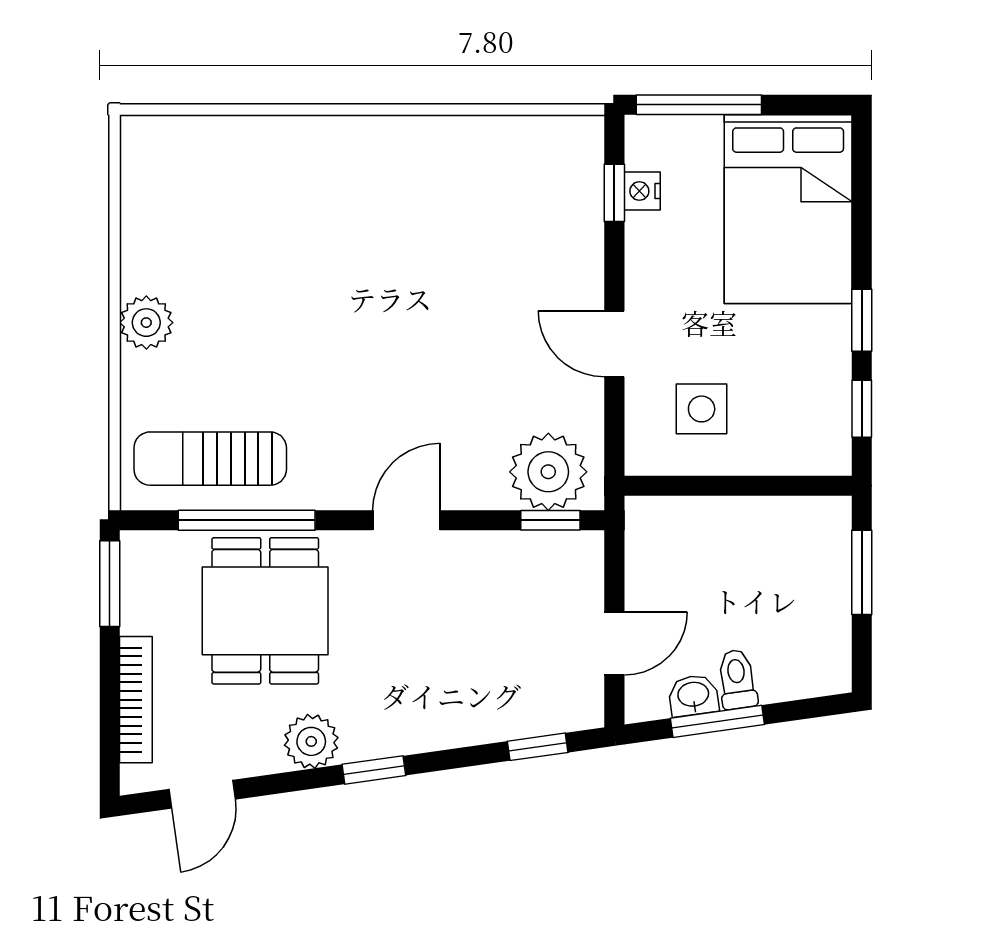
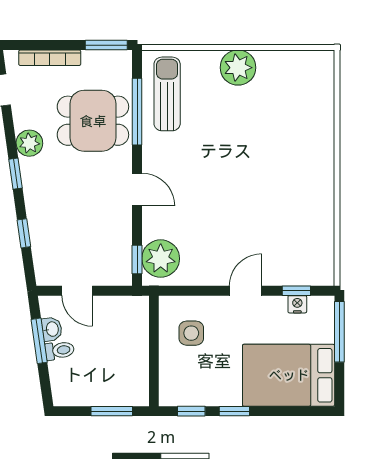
plant: (146, 323) -> (238, 68), width x1.36, depth x1.36
door: (614, 344) -> (246, 291), moved
window: (538, 747) -> (24, 233), moved

